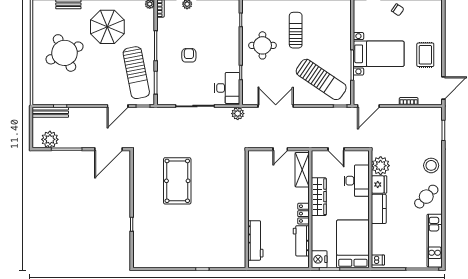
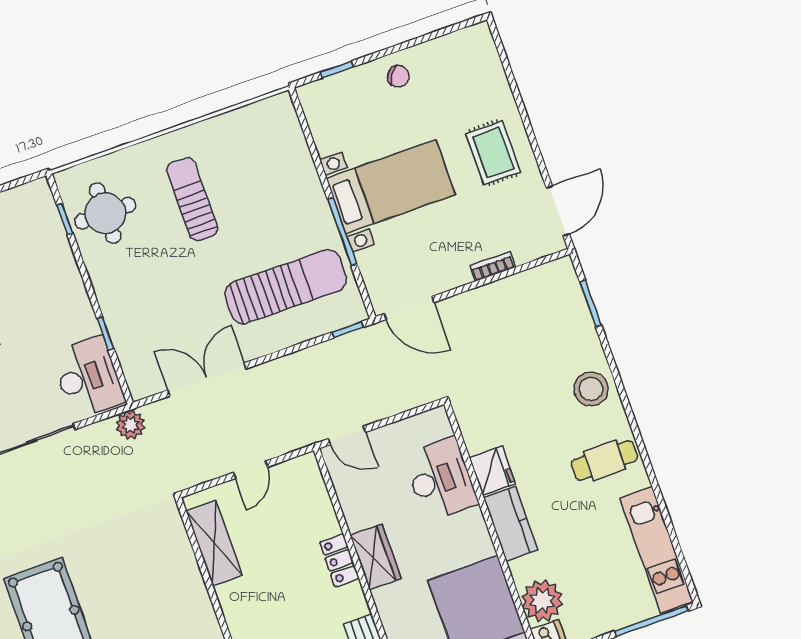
round table: (262, 45) -> (105, 213), moved
sun lounger: (321, 79) -> (286, 287), turned -34
door: (368, 106) -> (409, 308), hinge flipped
door: (336, 149) -> (347, 436), moved
plant: (381, 166) -> (542, 600), moved
shelving: (302, 170) -> (214, 543), moved
wardrobe: (319, 197) -> (376, 557), width x0.67
cafe table: (426, 197) -> (604, 460), turned 45
locker: (304, 214) -> (339, 560), moved

